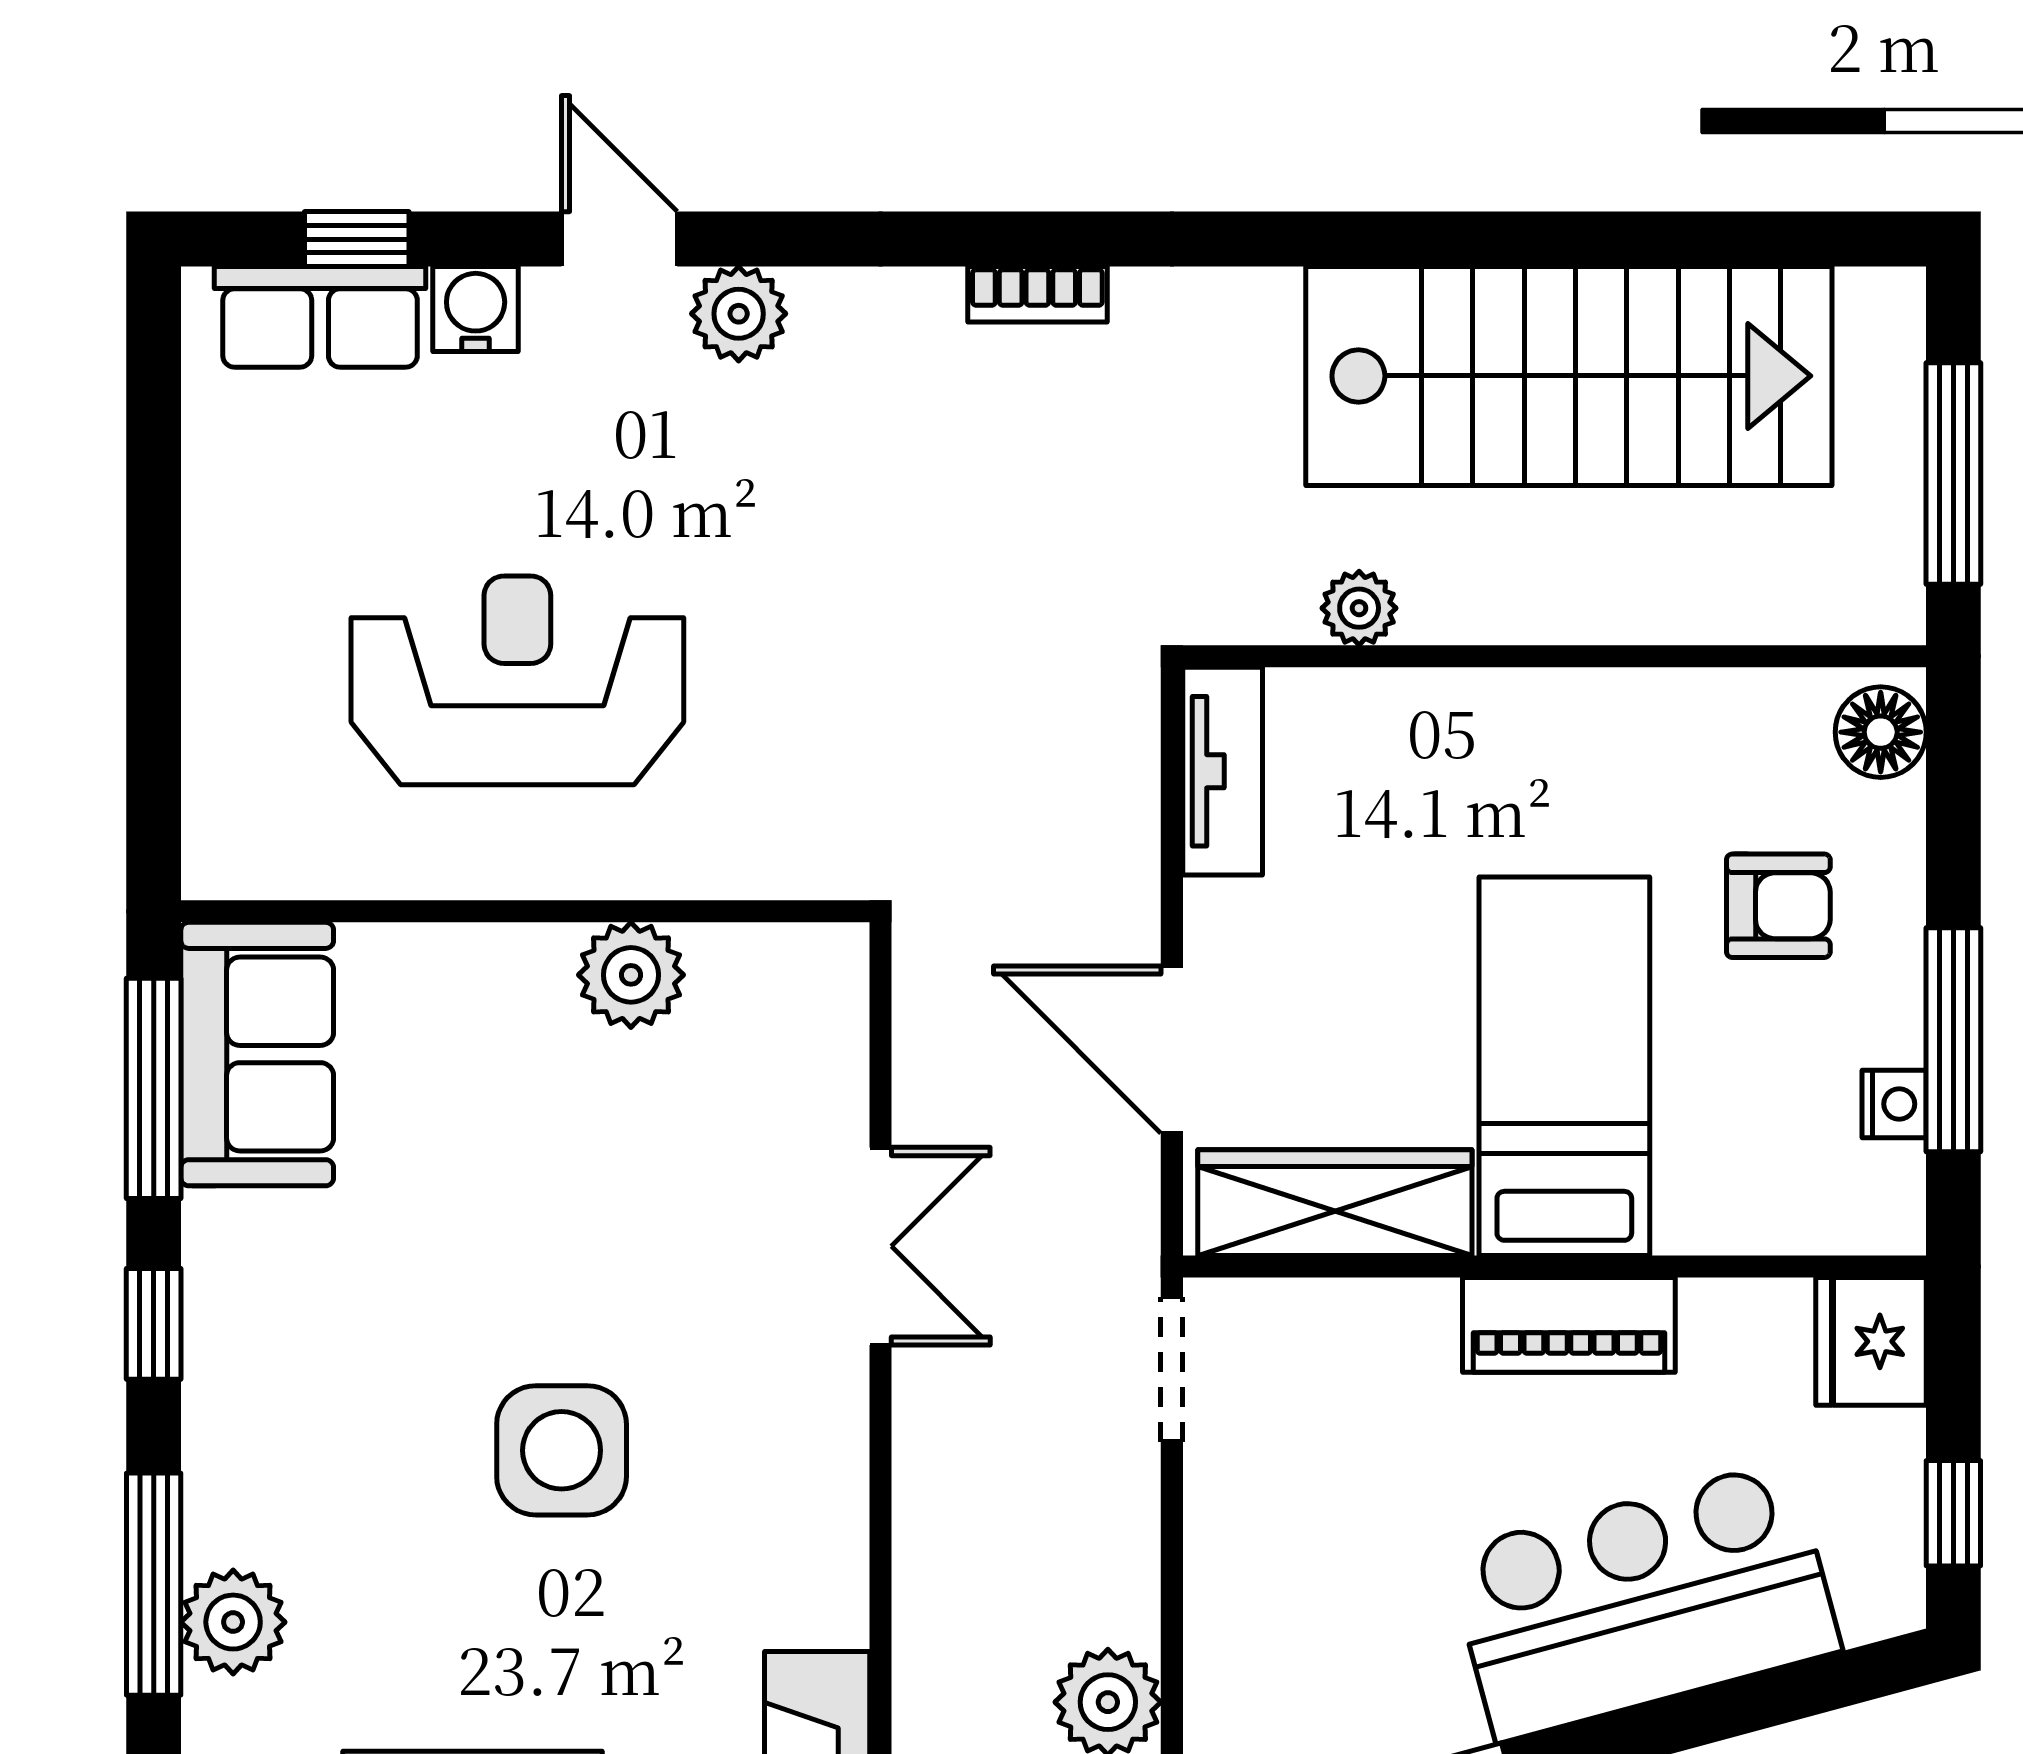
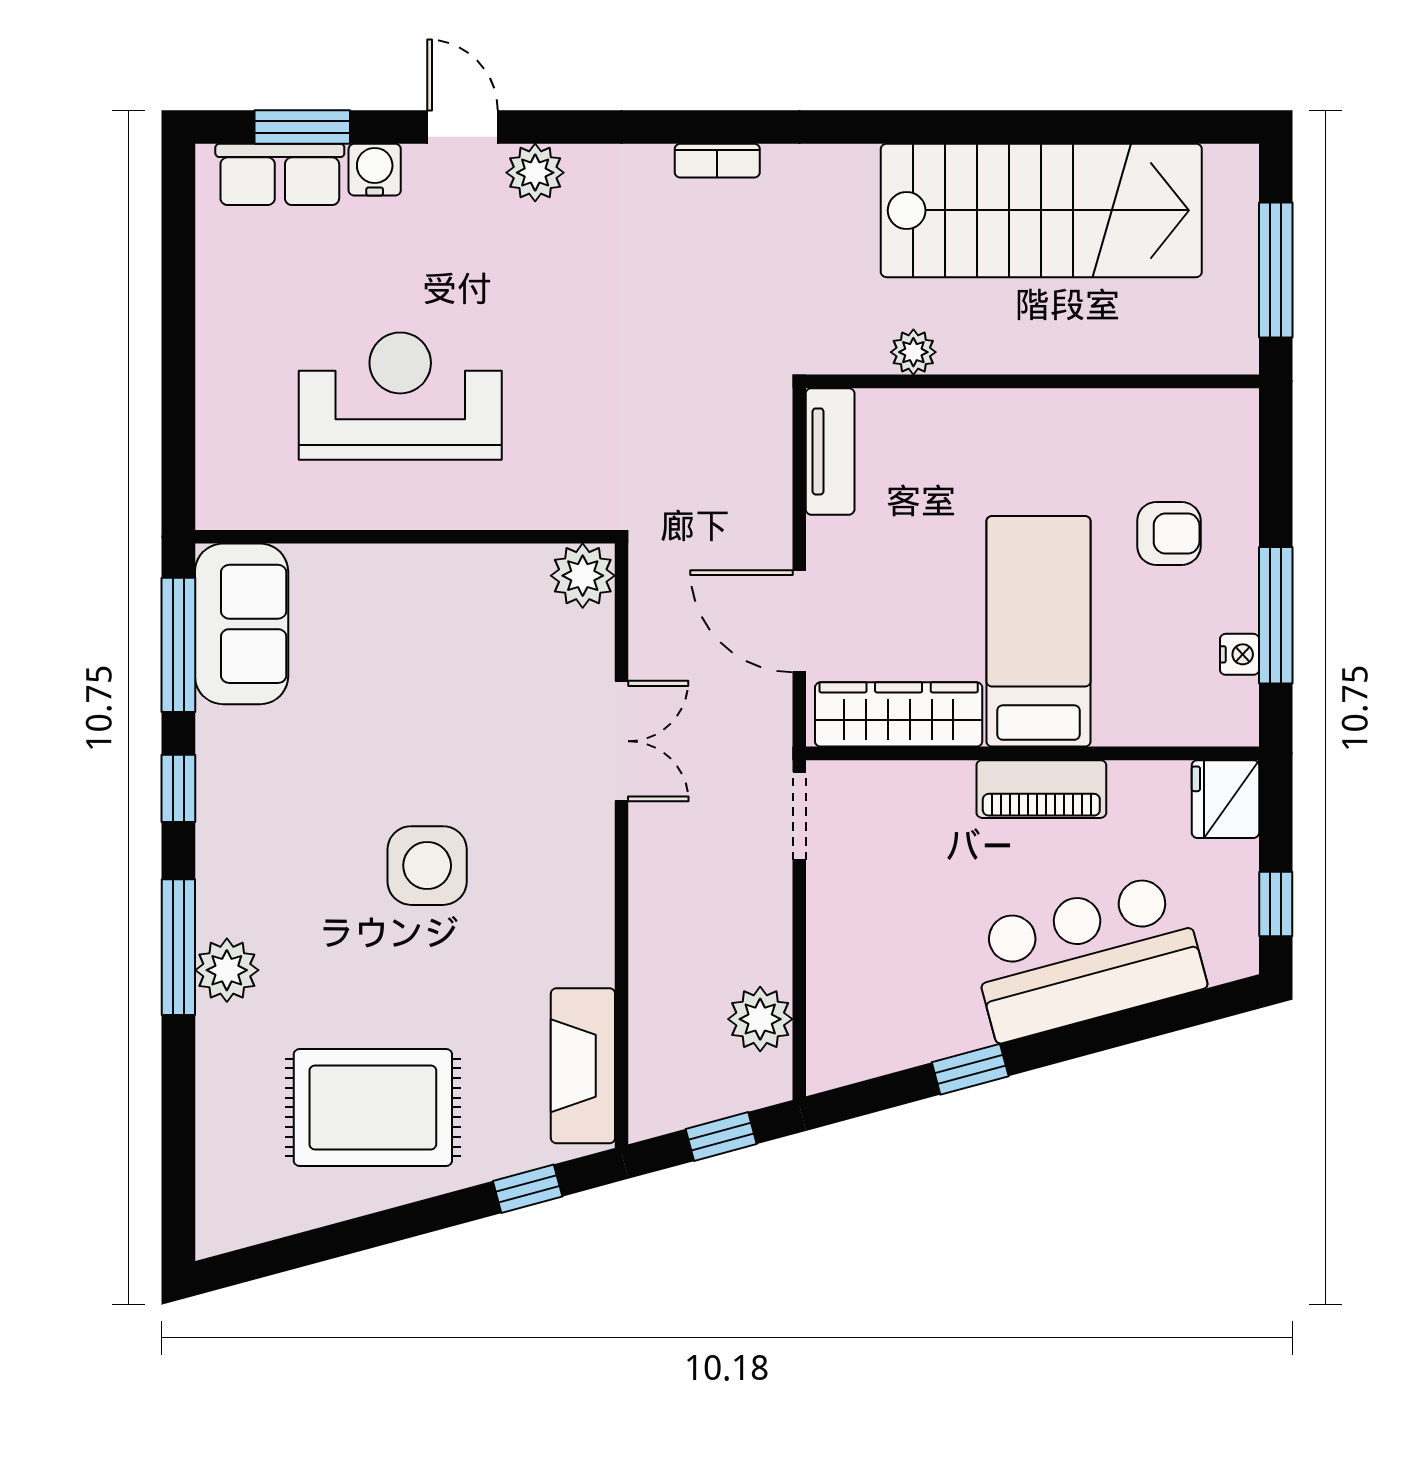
window: (357, 239) -> (302, 127), width x1.50
floor lamp: (1881, 732) -> (1231, 428), removed
plant: (631, 975) -> (583, 576), moved

